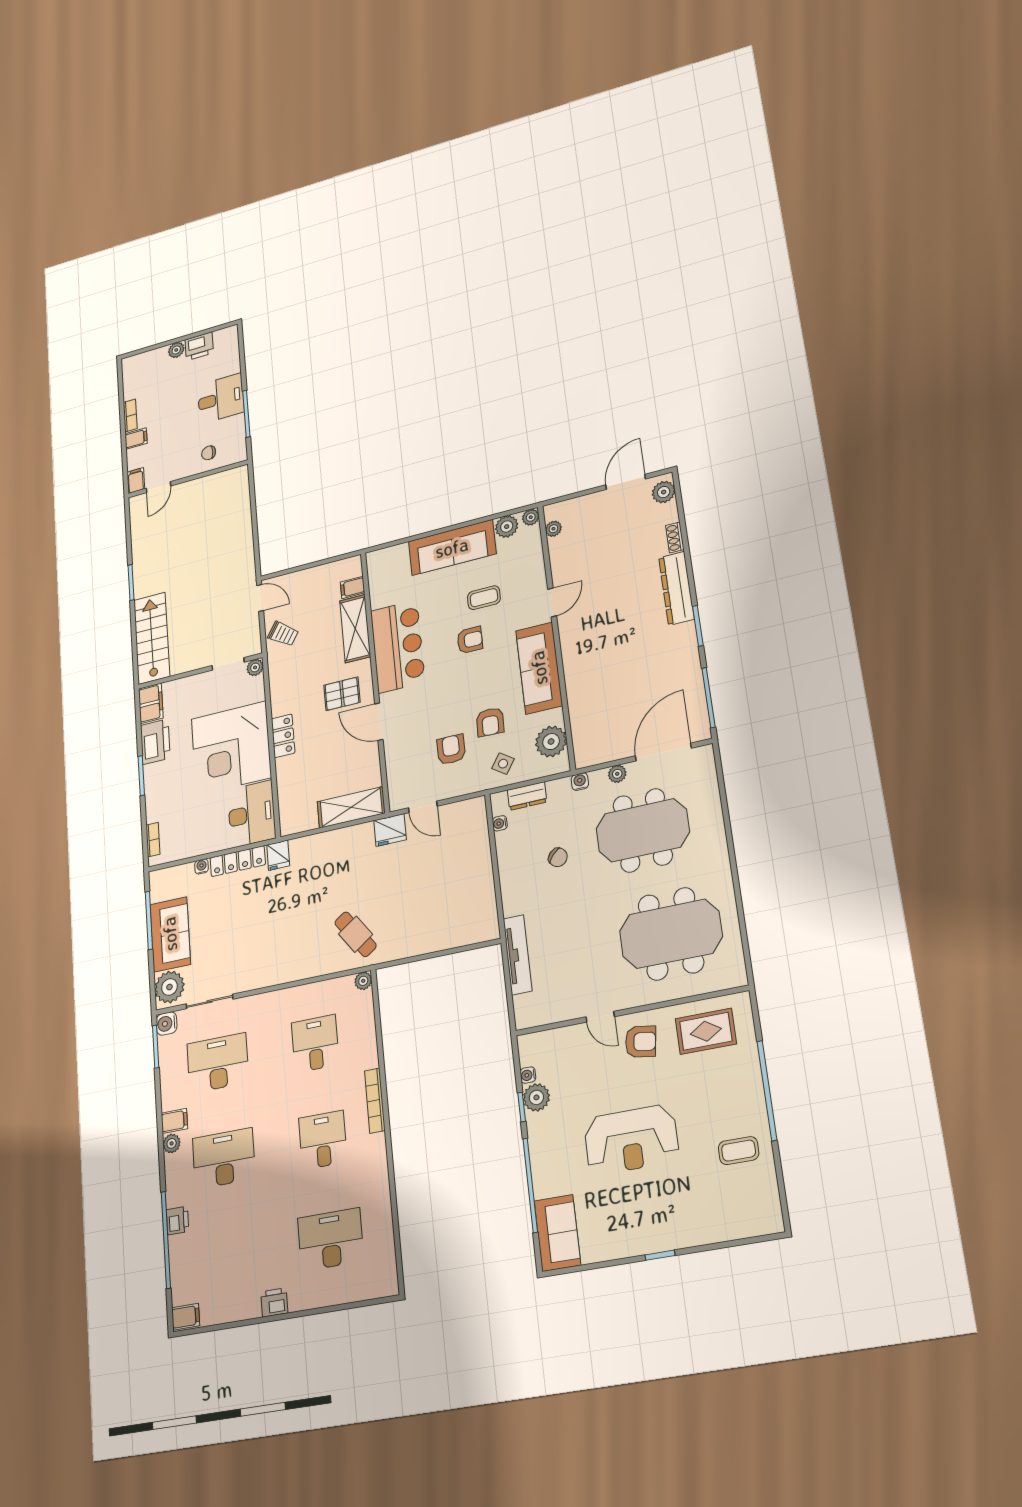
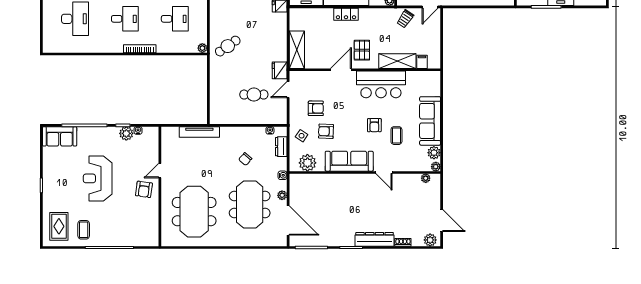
cafe table: (438, 867) -> (254, 95), added
rug: (706, 1031) -> (59, 226), moved

